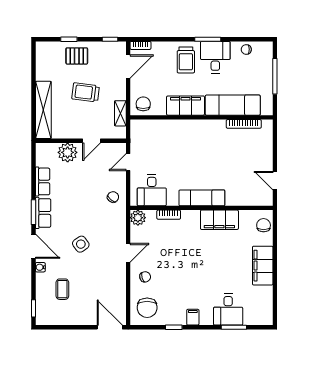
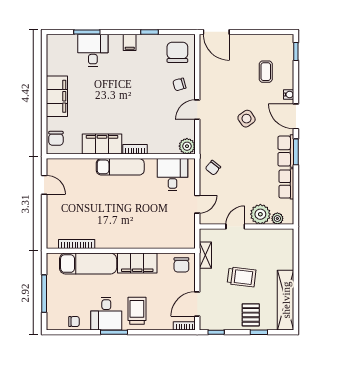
pallet: (77, 56) -> (251, 315), turned 90
shelving: (43, 110) -> (286, 300), moved
plant: (51, 148) -> (277, 218), added
bookcase: (169, 215) -> (135, 149), moved

